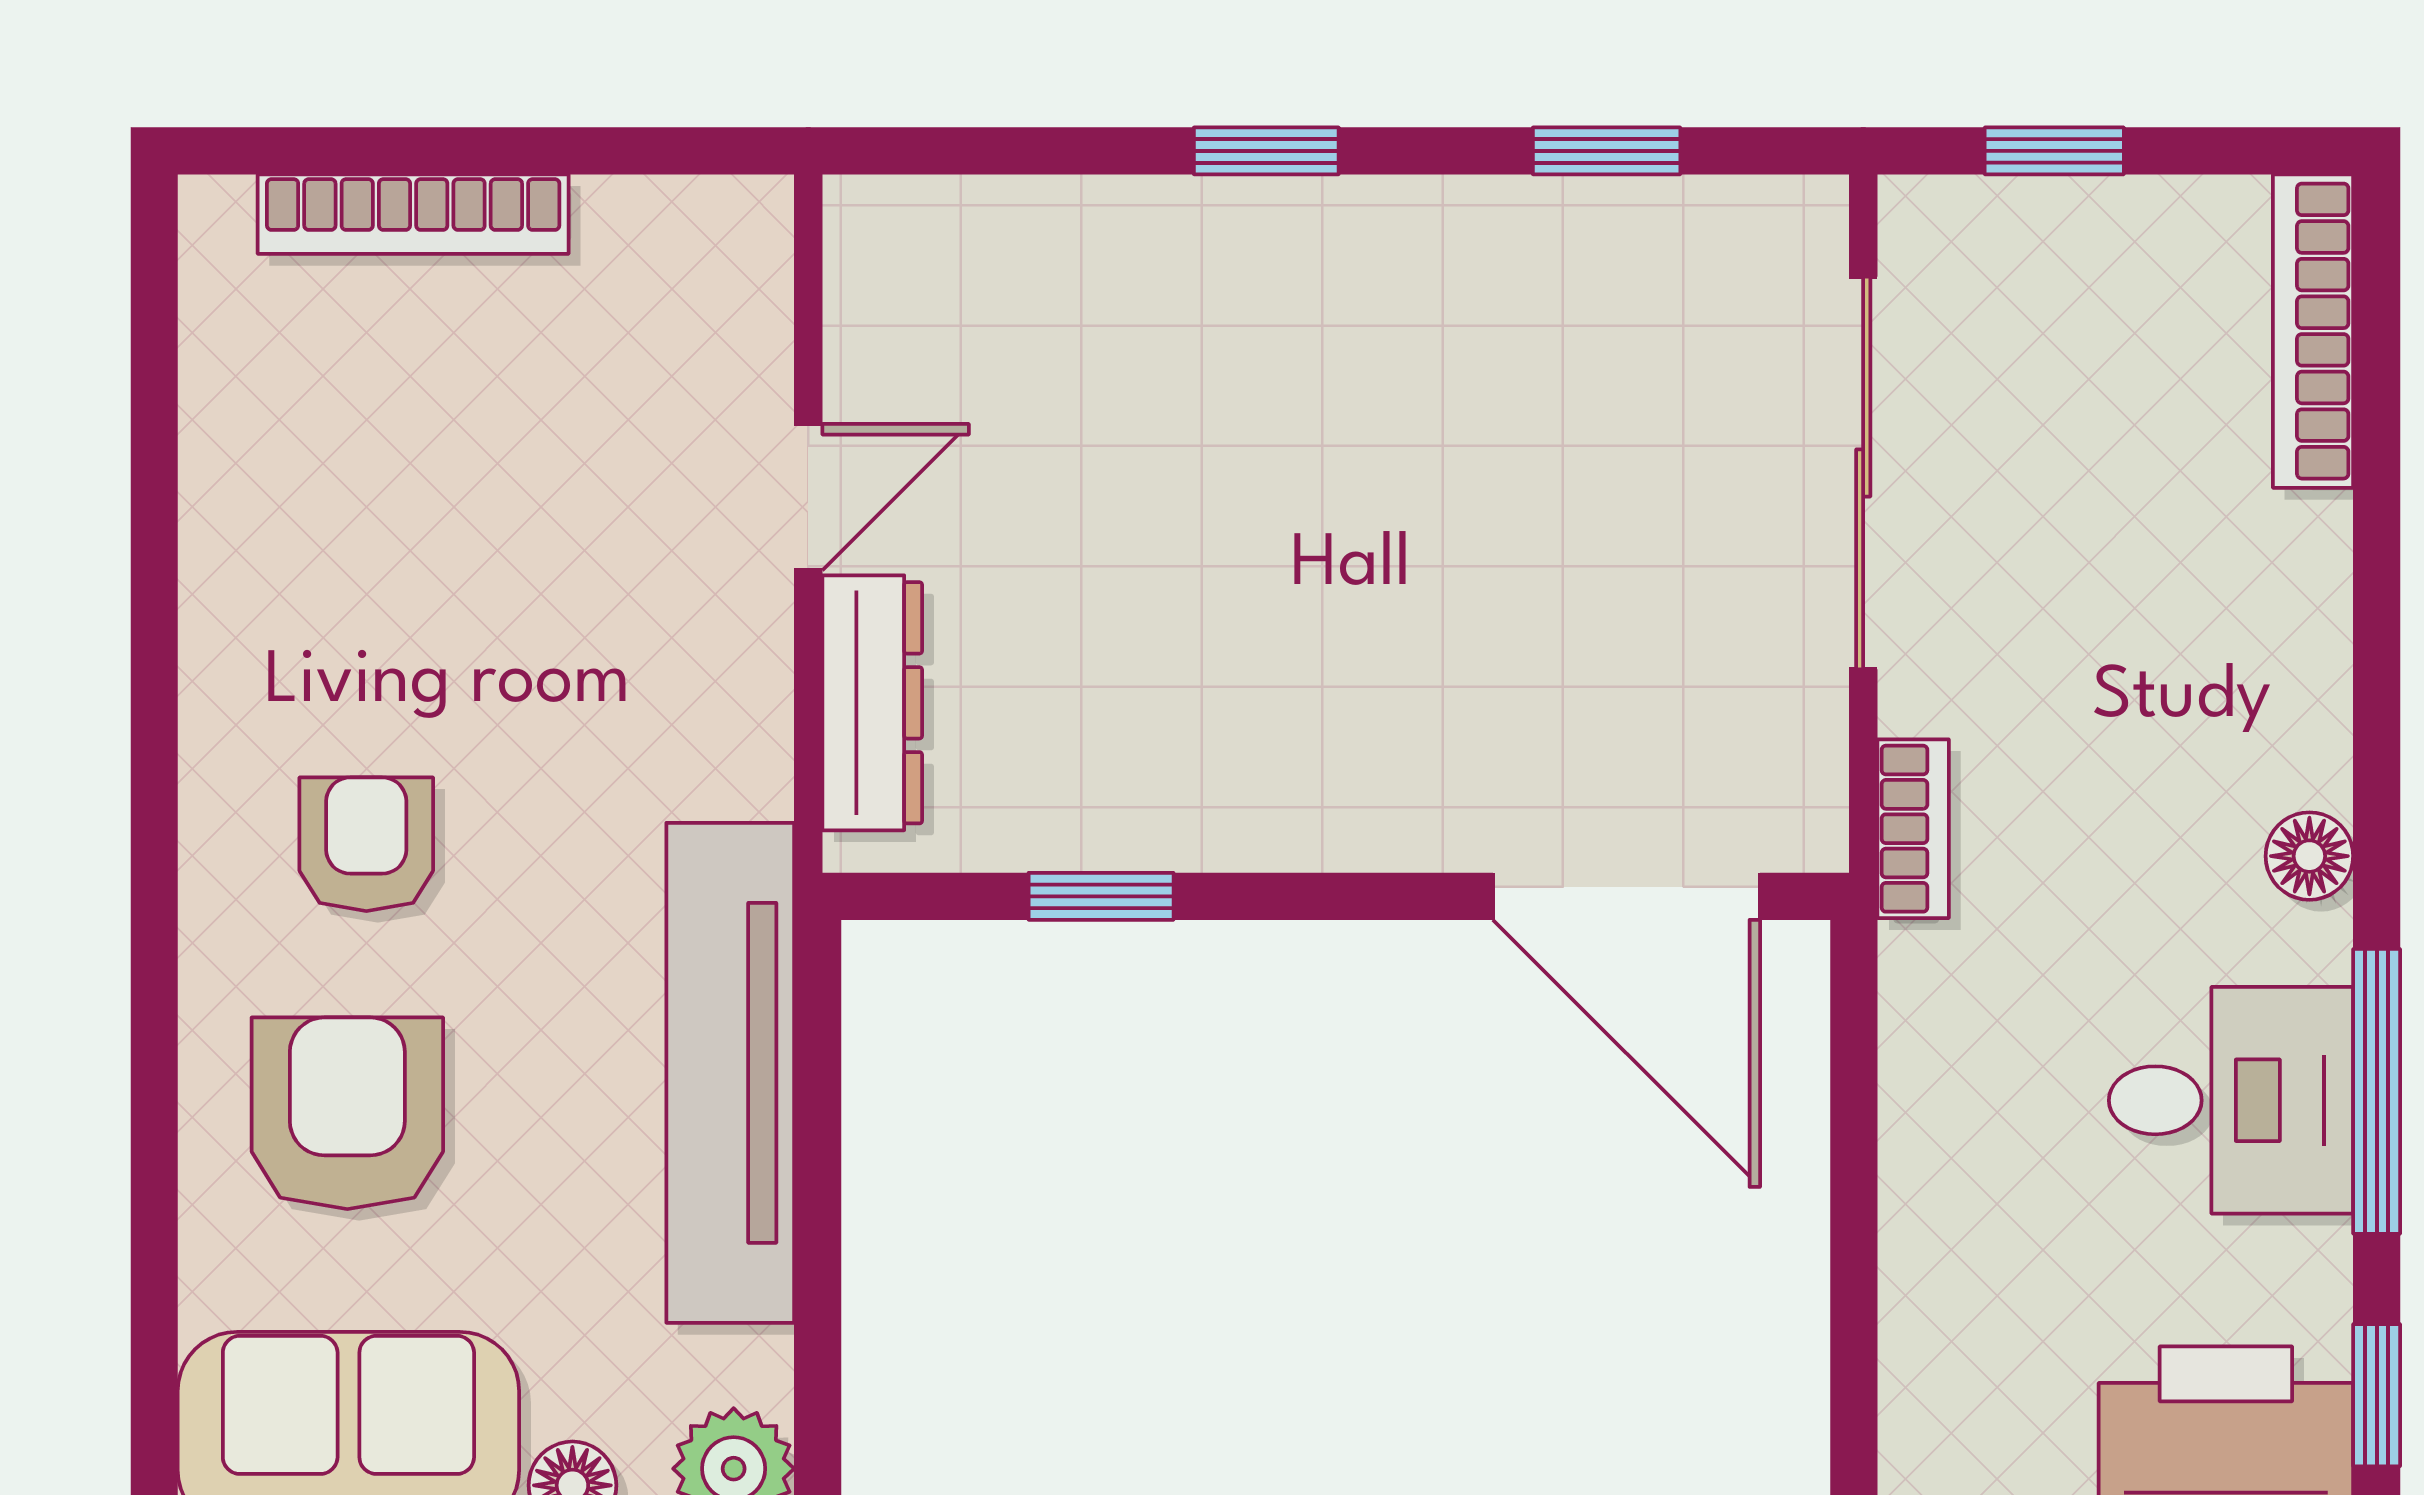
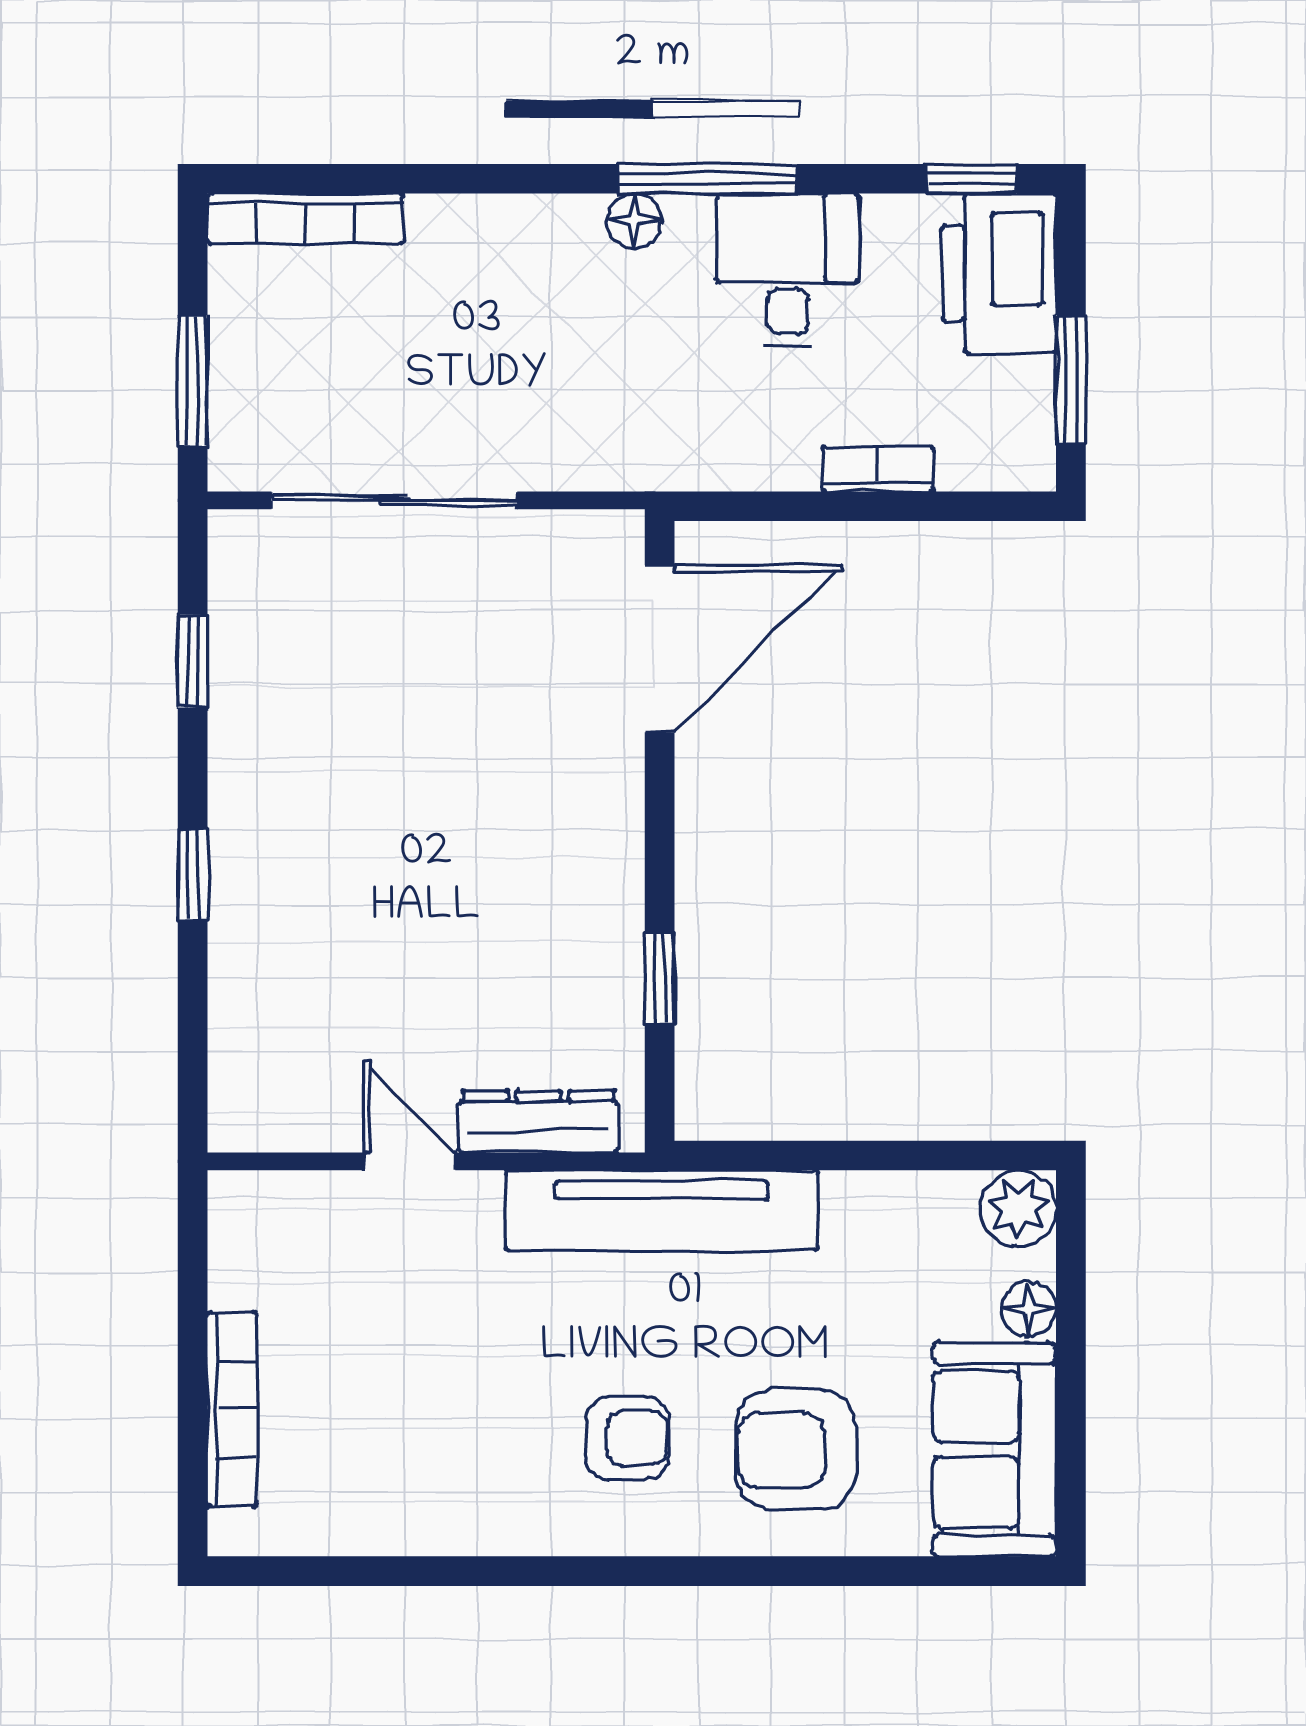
window: (2054, 151) -> (193, 381), width x1.50
bookcase: (1913, 829) -> (878, 469), moved
armchair: (366, 844) -> (627, 1438), turned 180
tv unit: (730, 1073) -> (662, 1210), moved
window: (2377, 1091) -> (708, 179), moved

